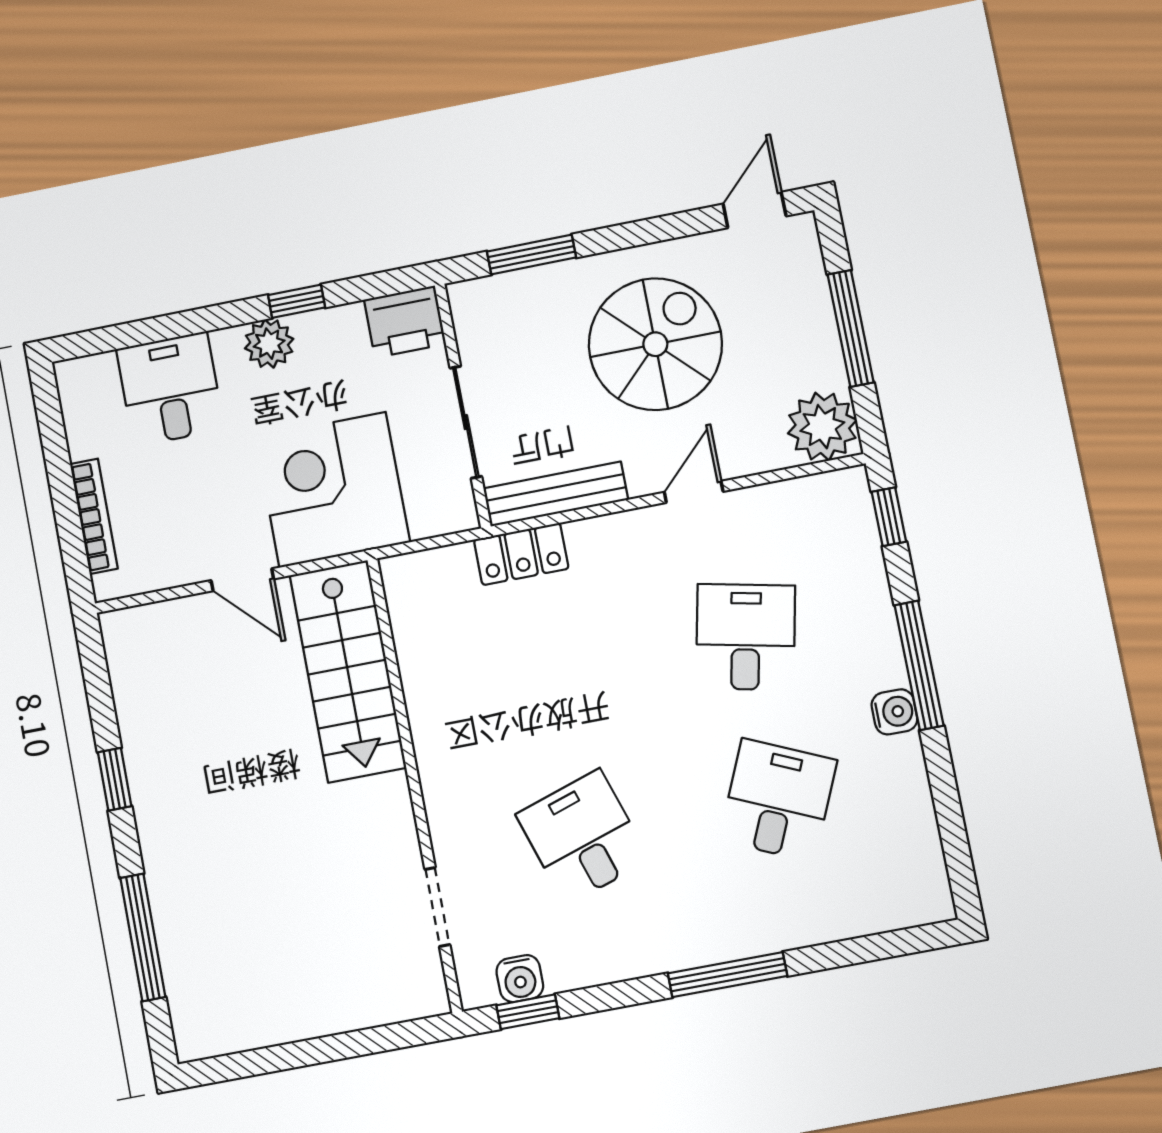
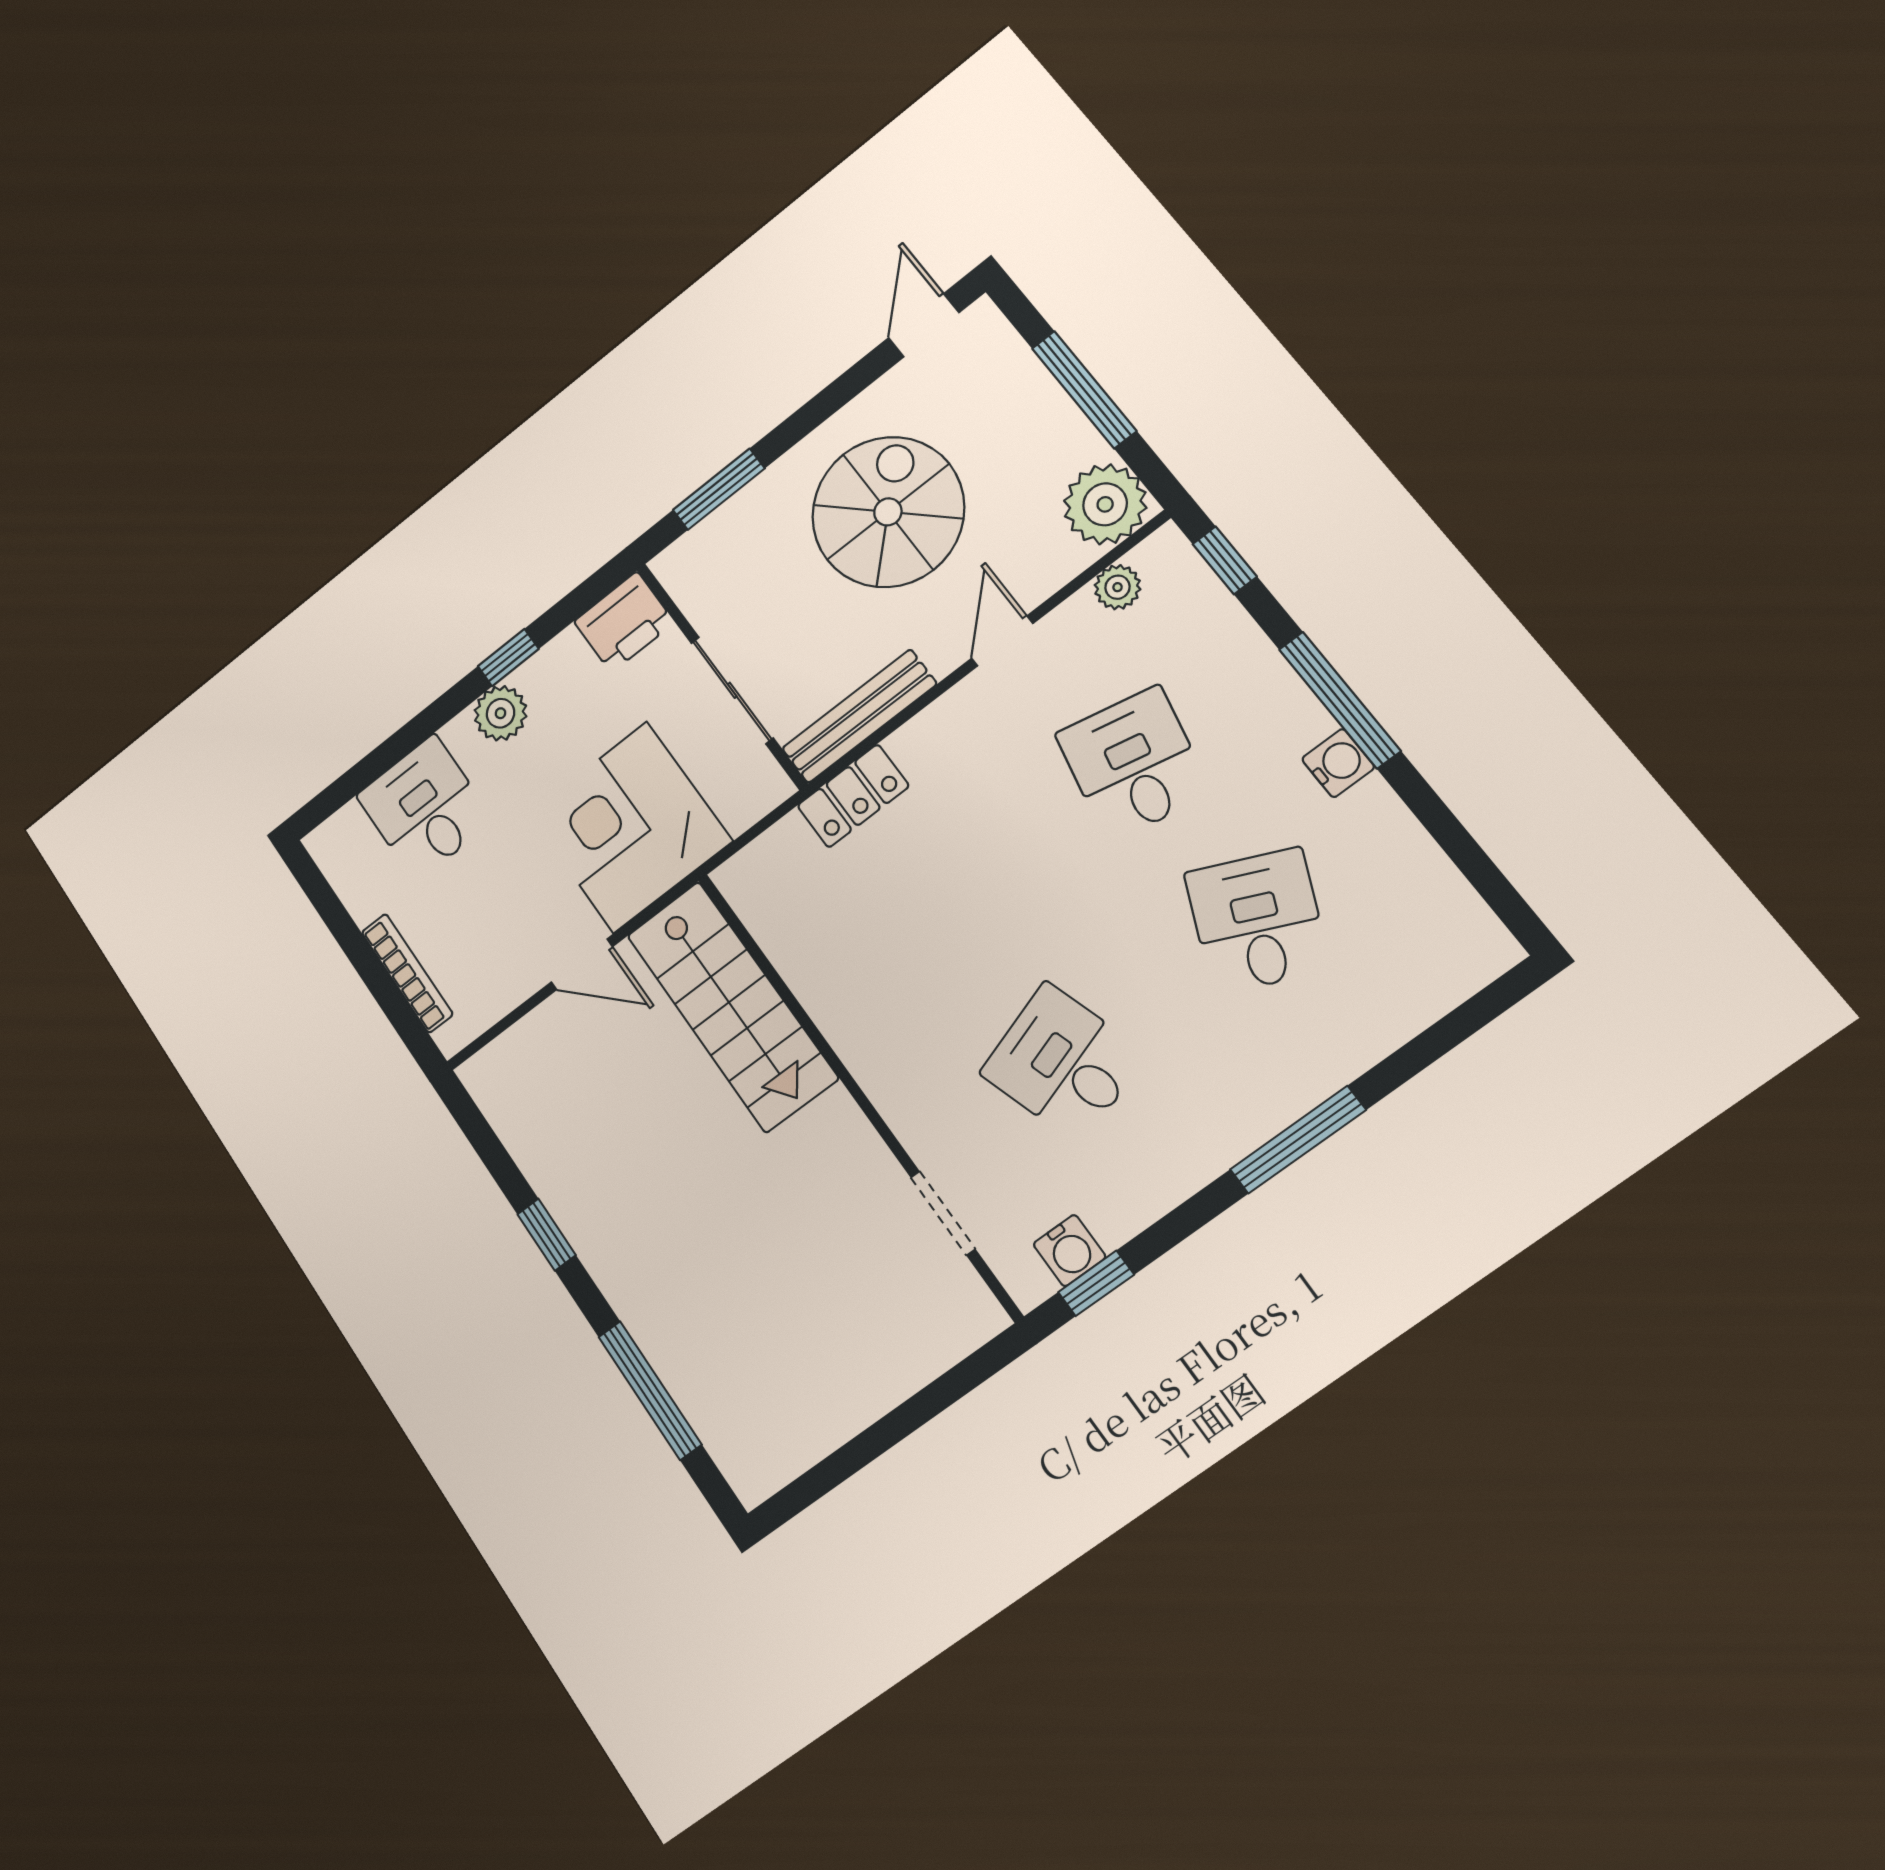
plant: (800, 496) -> (1118, 587), added

